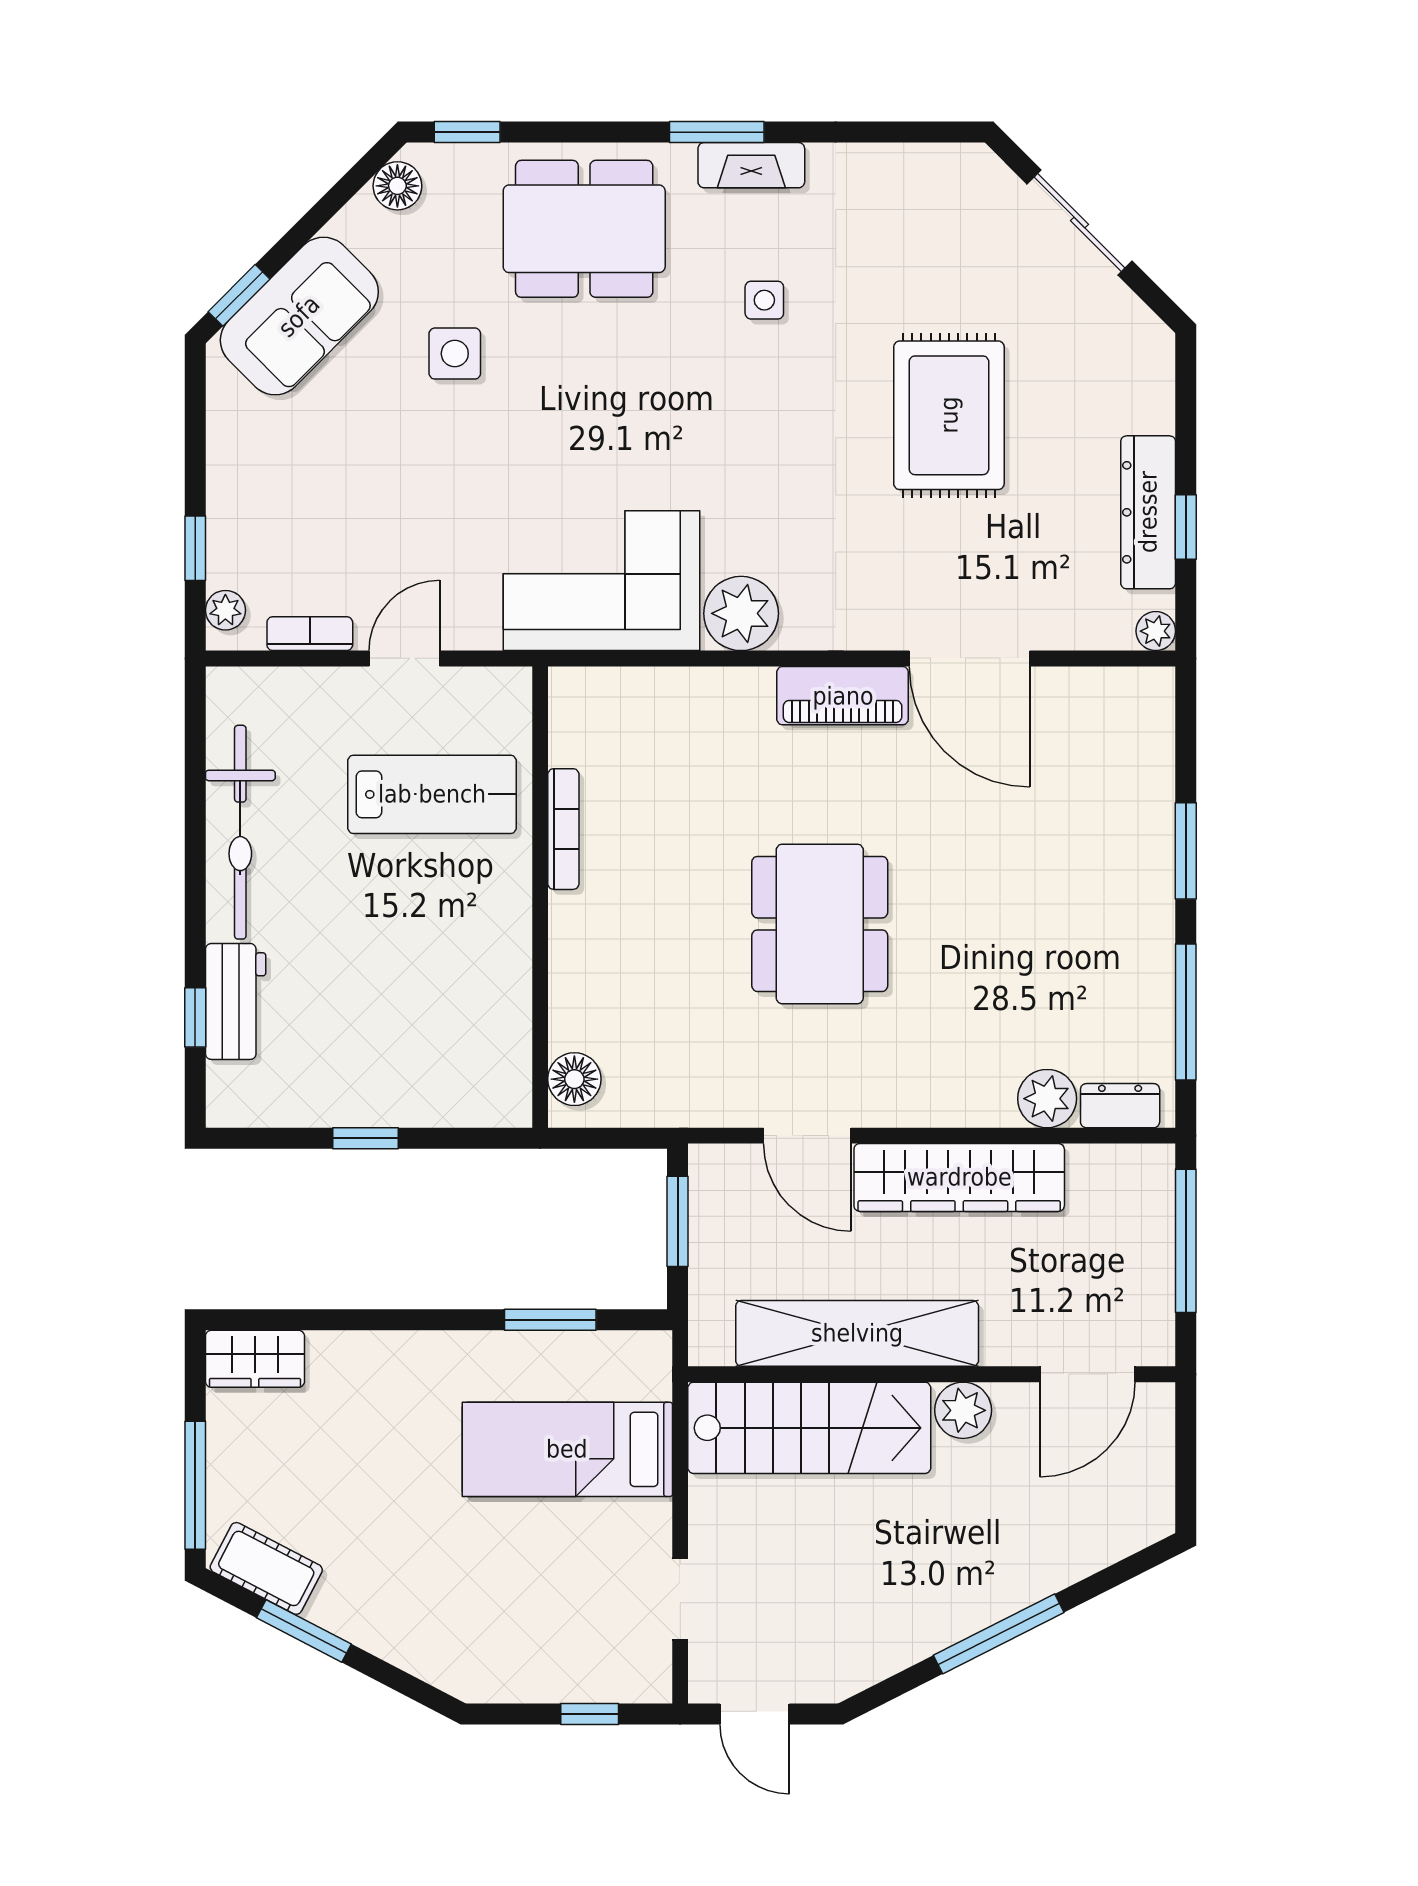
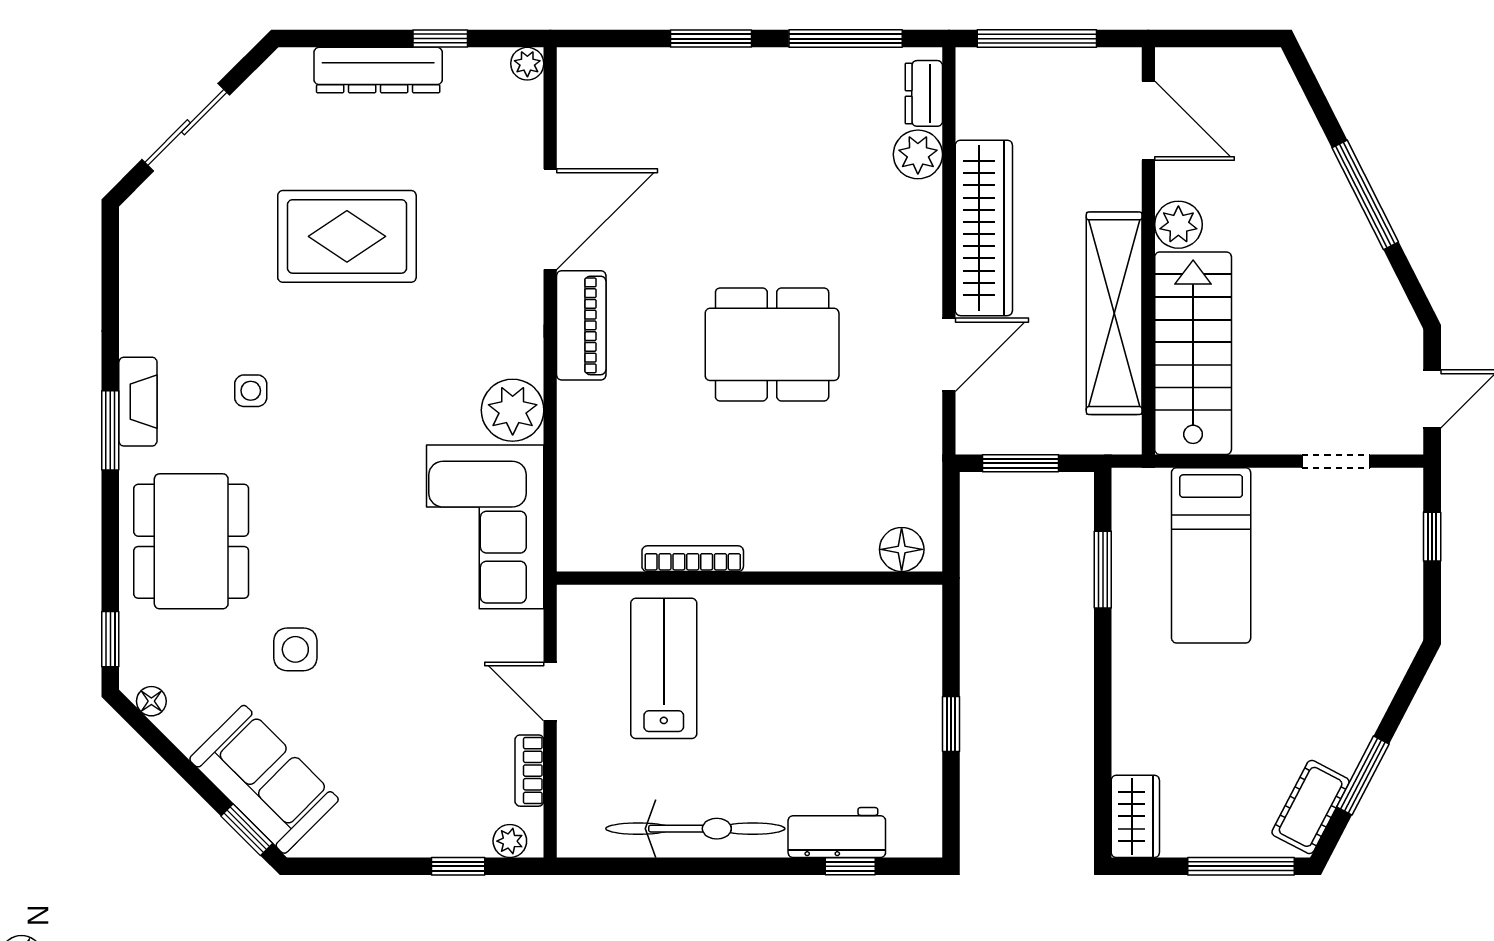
floor lamp: (397, 186) -> (151, 701), width x0.73, depth x0.73
dresser: (1148, 512) -> (378, 70), moved

